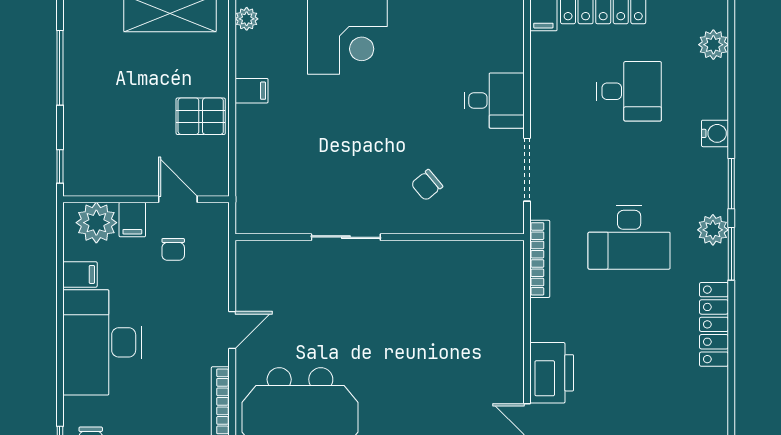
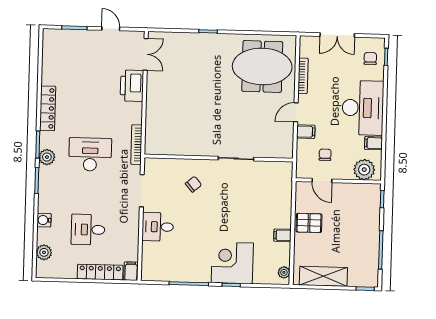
water cooler: (715, 133) -> (44, 220), moved
filing cabinet: (132, 220) -> (306, 132), moved, turned 90

